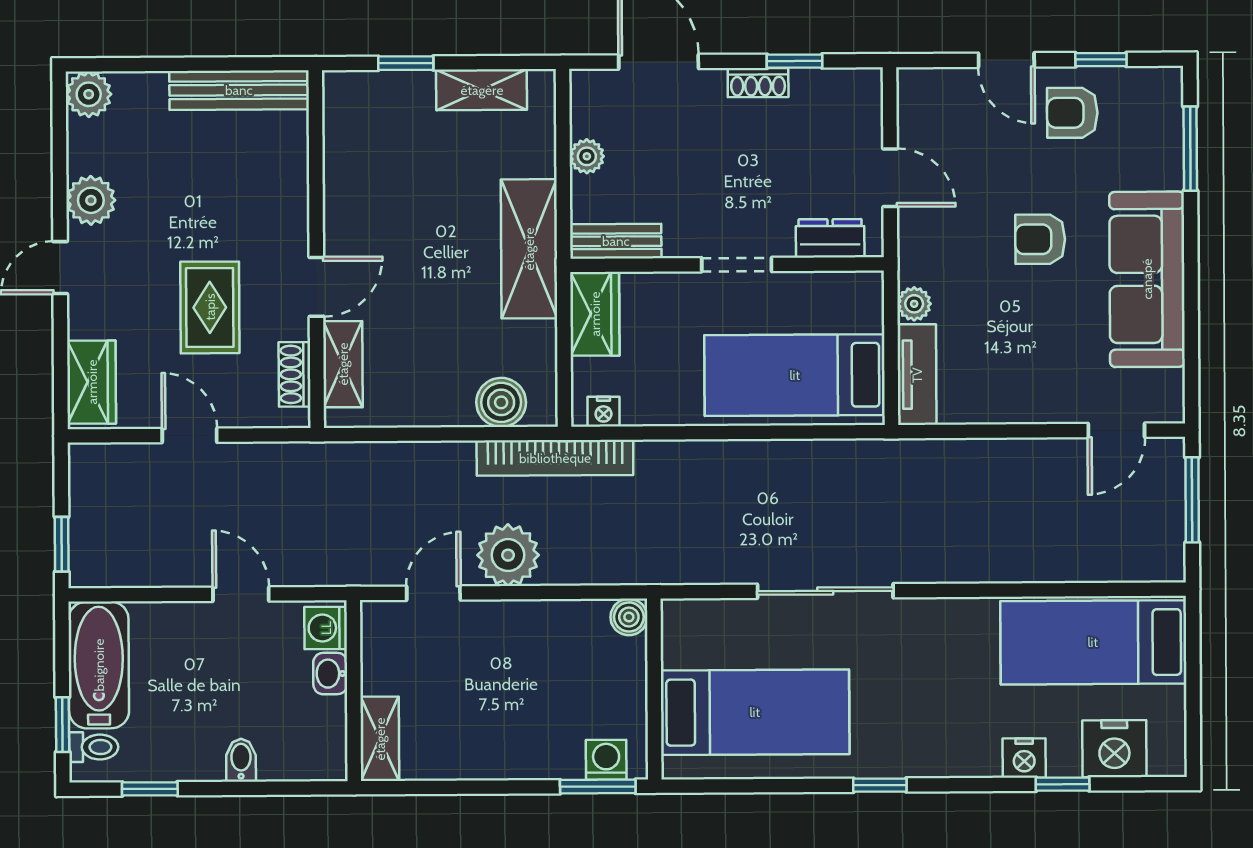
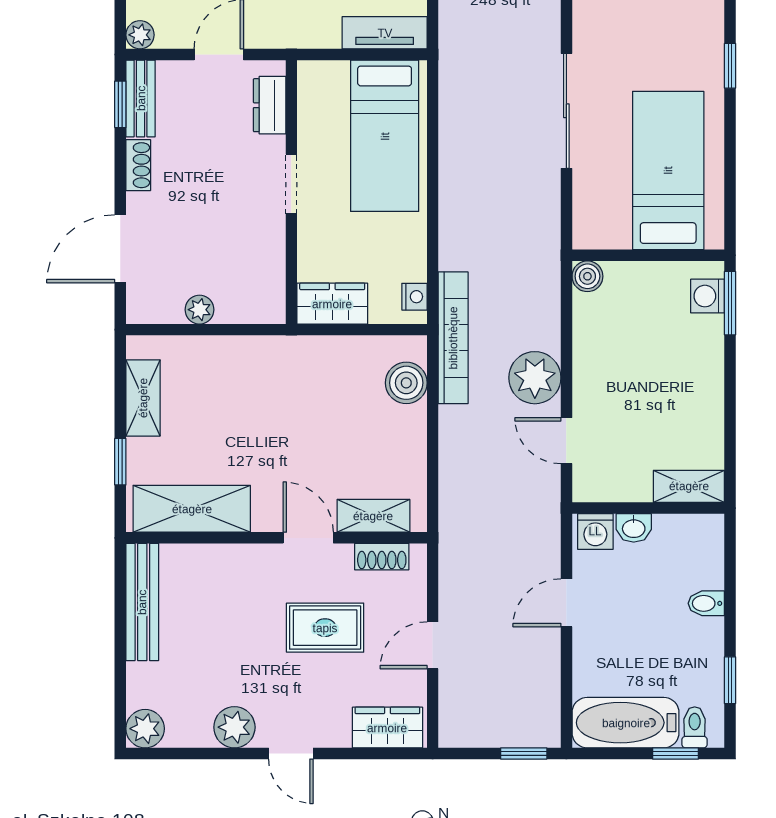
window: (794, 61) -> (120, 104), moved
bench: (616, 241) -> (141, 98), moved
shelving: (529, 249) -> (192, 509), moved
plant: (914, 304) -> (140, 35), moved

